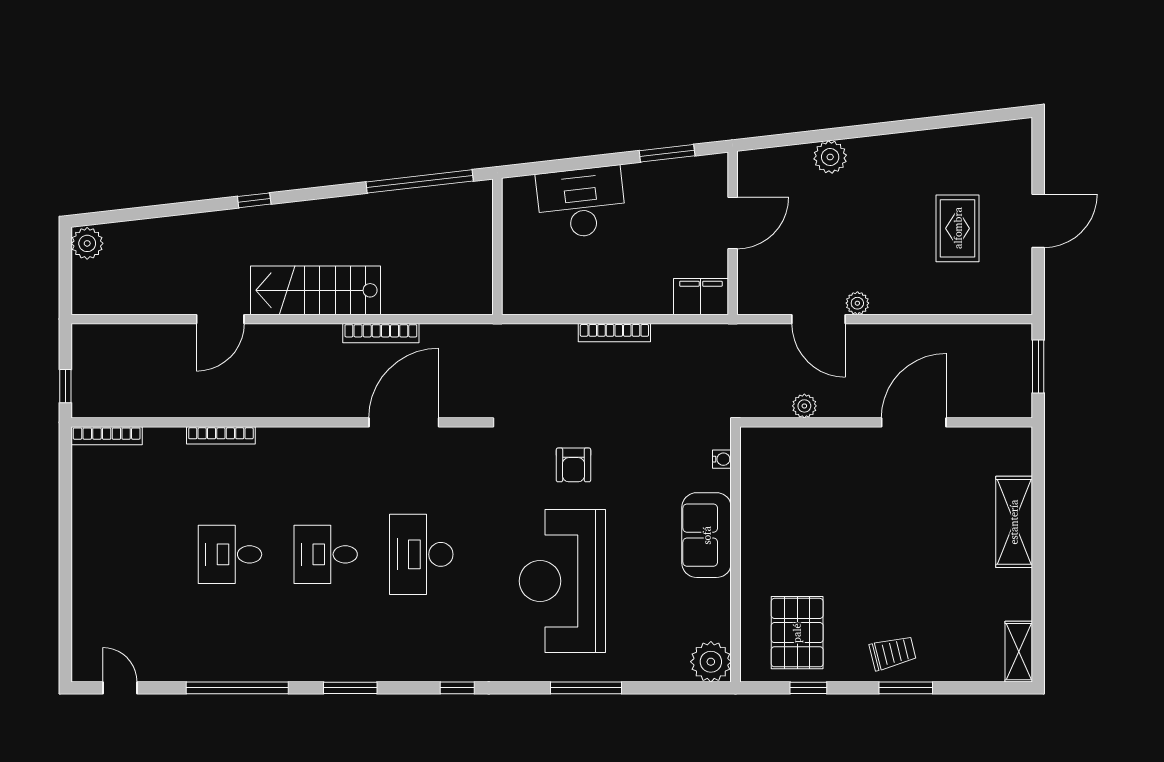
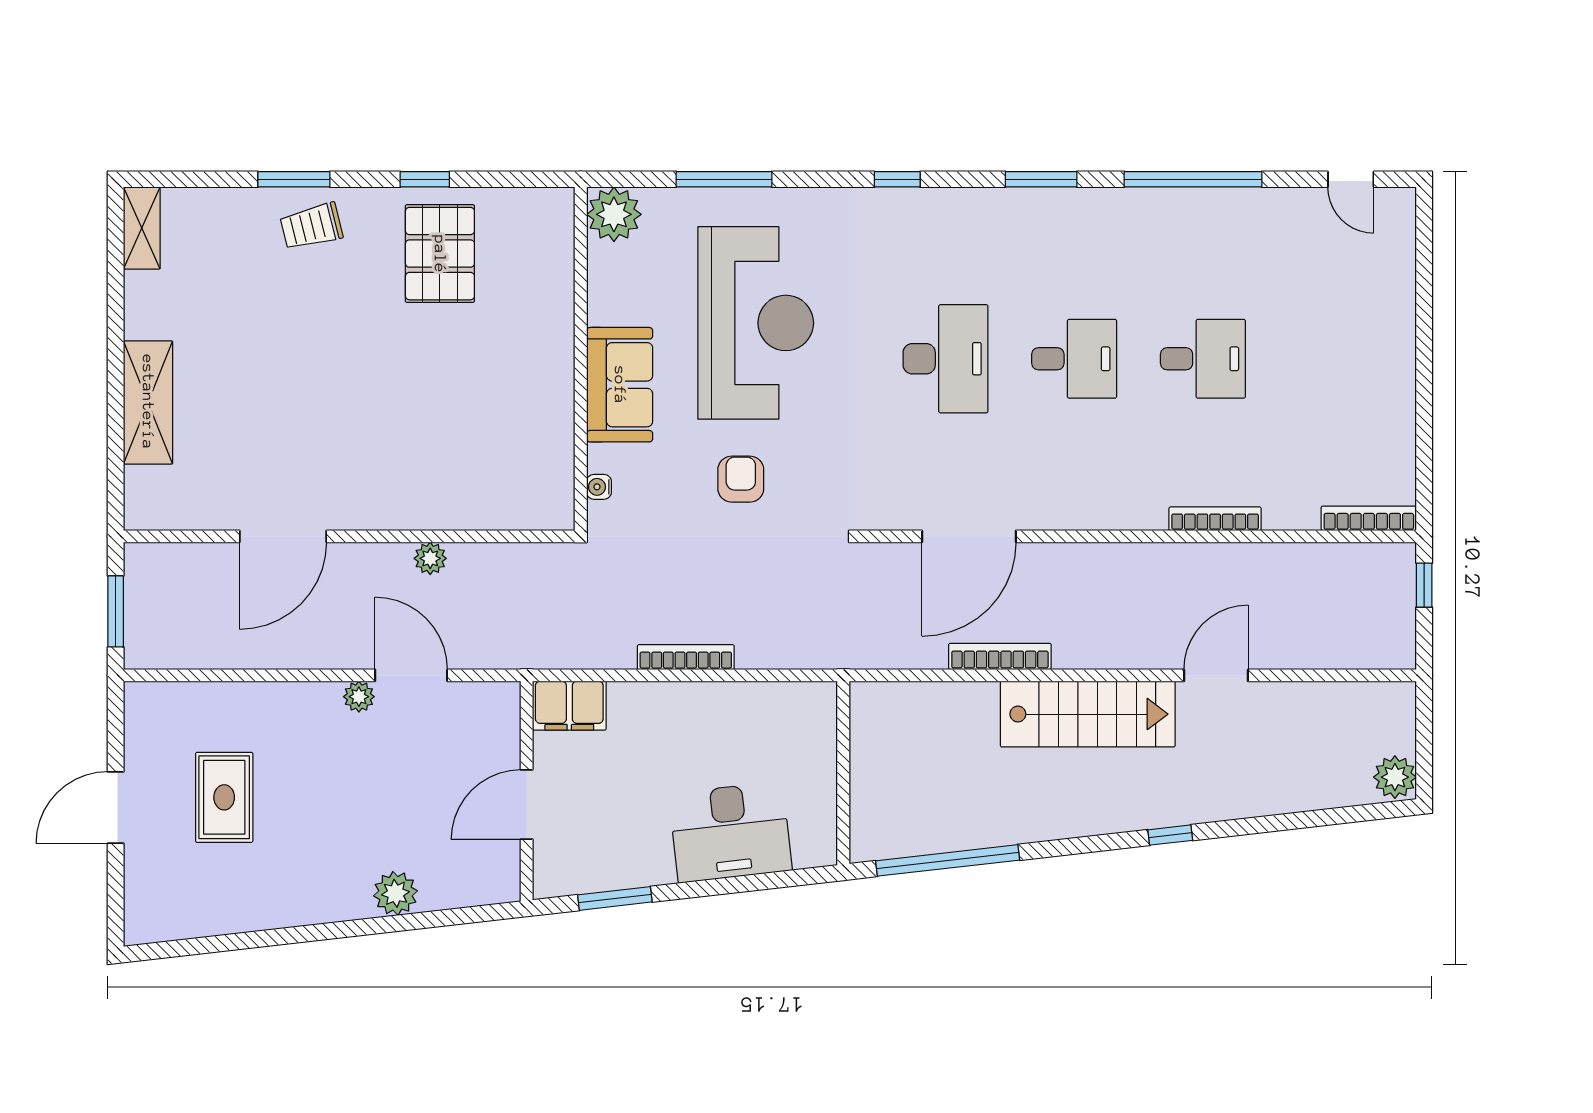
water cooler: (722, 459) -> (599, 487), moved
sofa: (707, 535) -> (620, 385), moved
wall: (735, 554) -> (581, 359), moved
plant: (711, 662) -> (614, 214), moved

